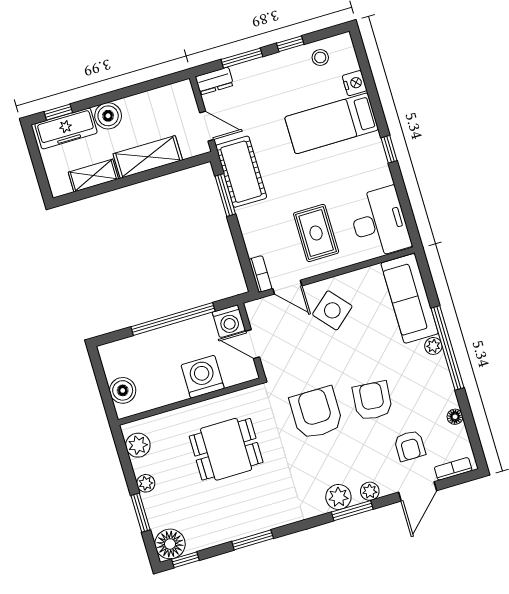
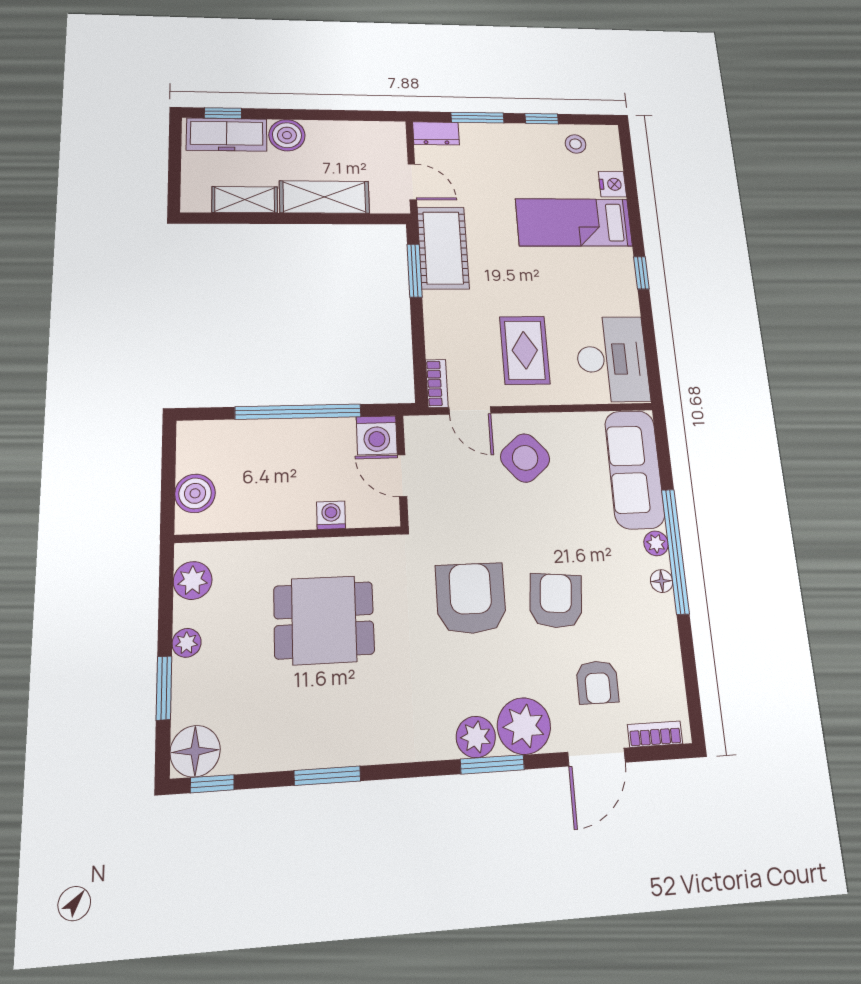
washing machine: (203, 377) -> (331, 515), width x0.53, depth x0.53
floor lamp: (455, 417) -> (662, 581), moved
plant: (370, 491) -> (524, 726), width x1.87, depth x1.87

